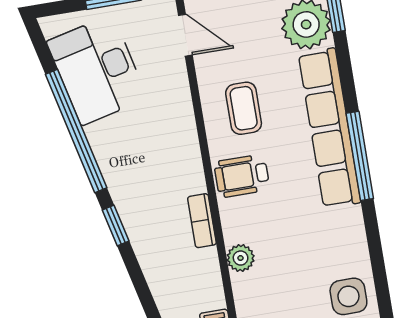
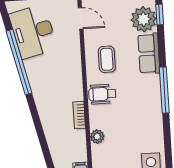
row of seats: (330, 128) -> (149, 53), width x0.50
window: (116, 225) -> (34, 113), removed

